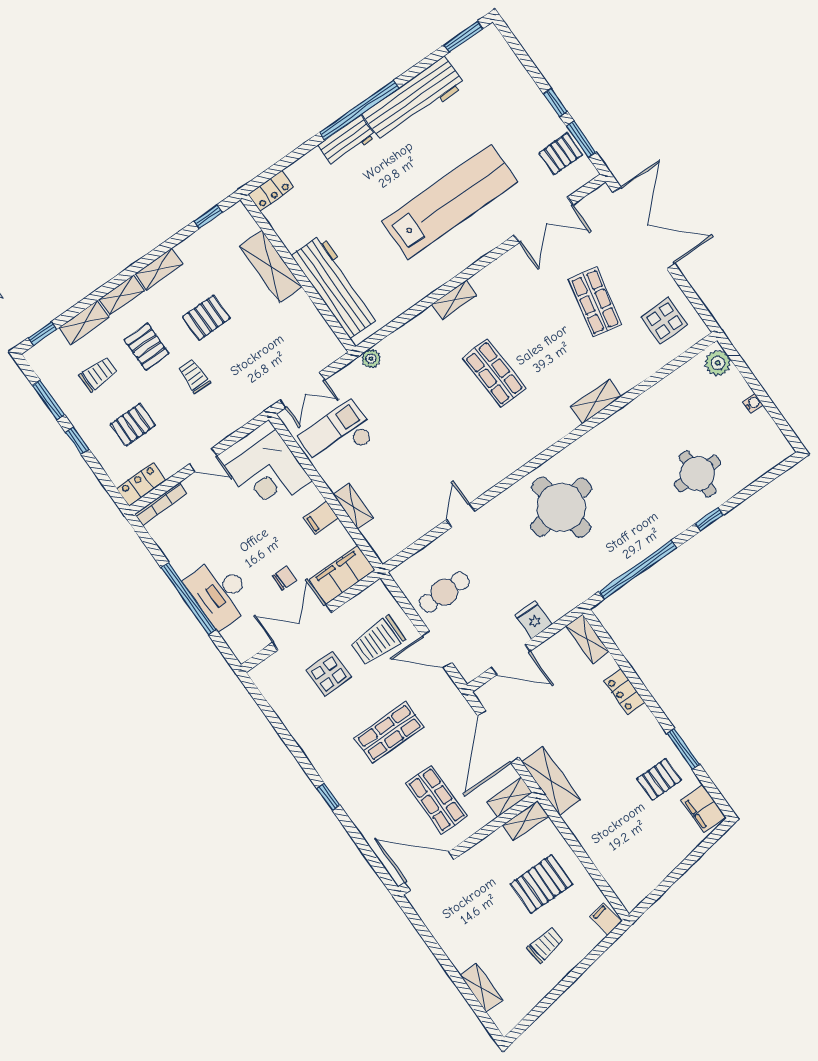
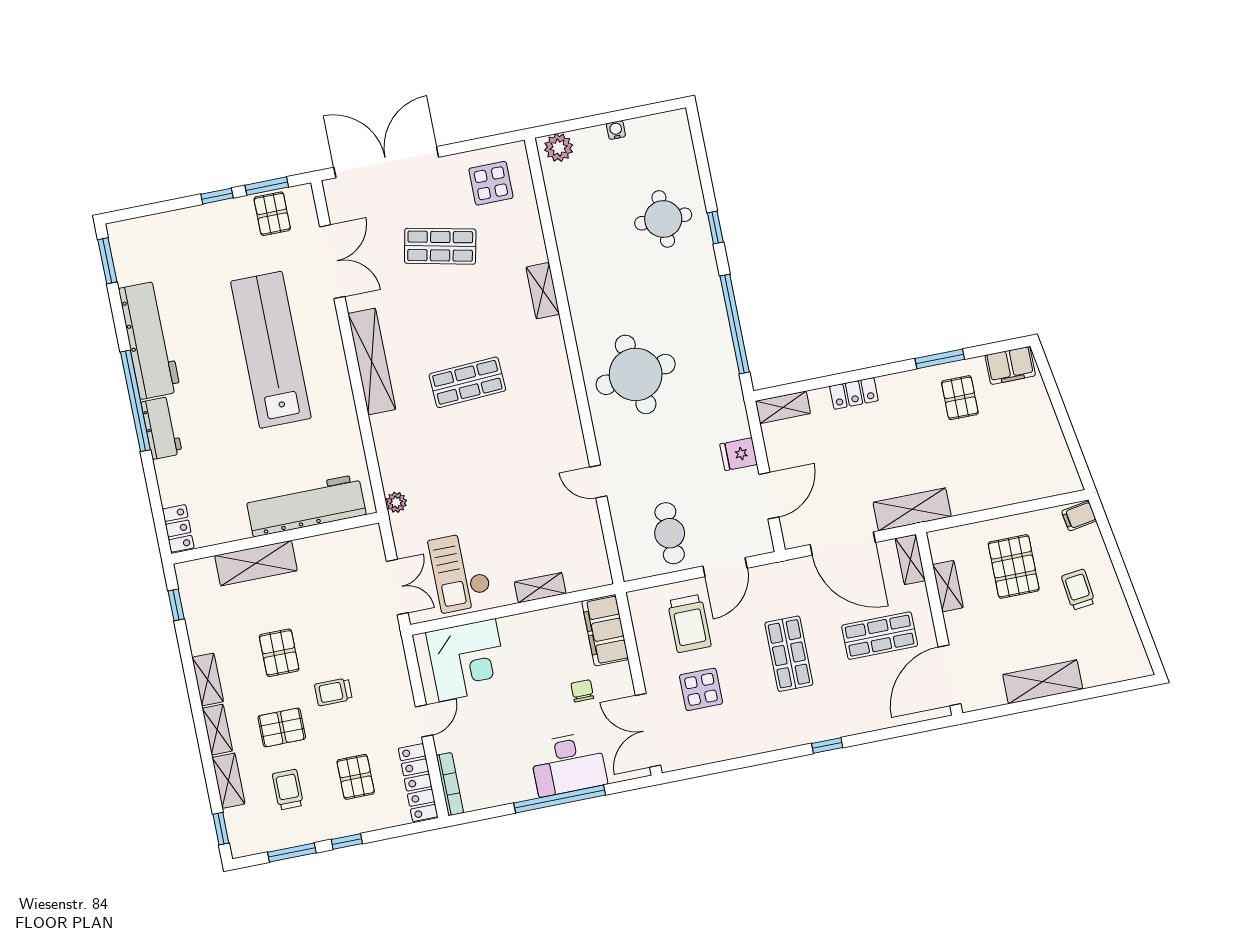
shelving: (454, 300) -> (372, 361), width x2.20, depth x1.33
locker: (141, 484) -> (418, 783), width x1.53
filing cabinet: (321, 518) -> (537, 626), removed
double door: (302, 627) -> (648, 730), moved
shelving: (526, 821) -> (948, 586), moved
shelving: (481, 988) -> (1043, 682), moved, width x1.50, depth x1.33

